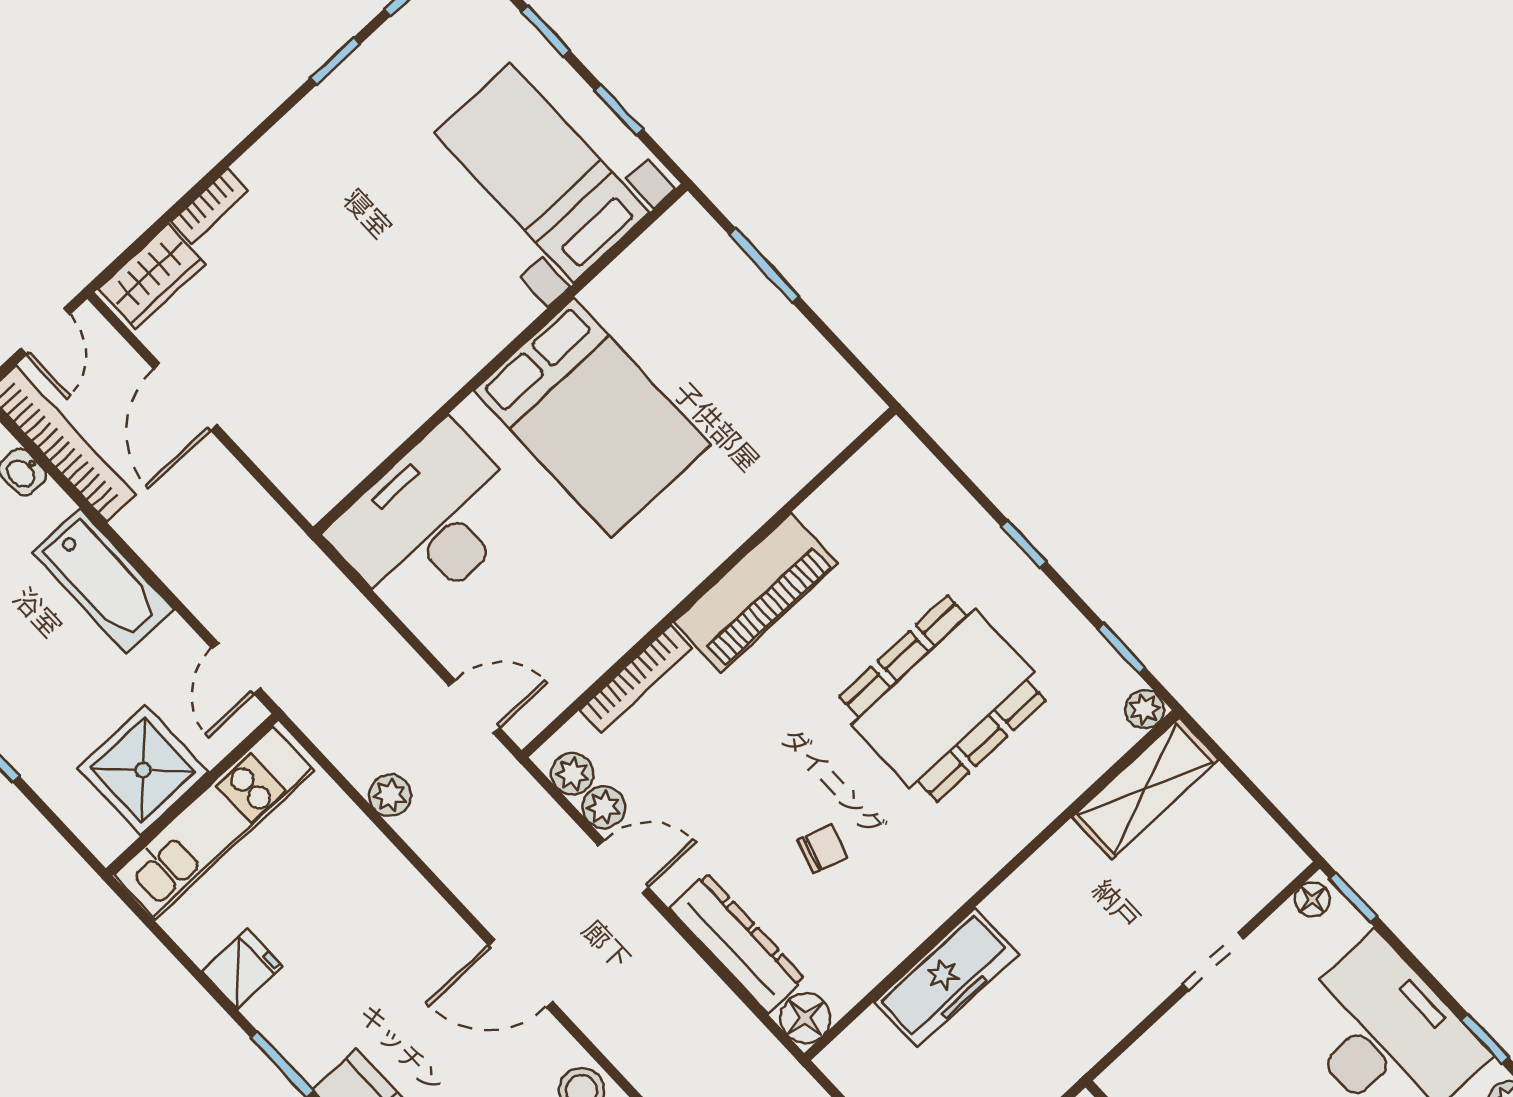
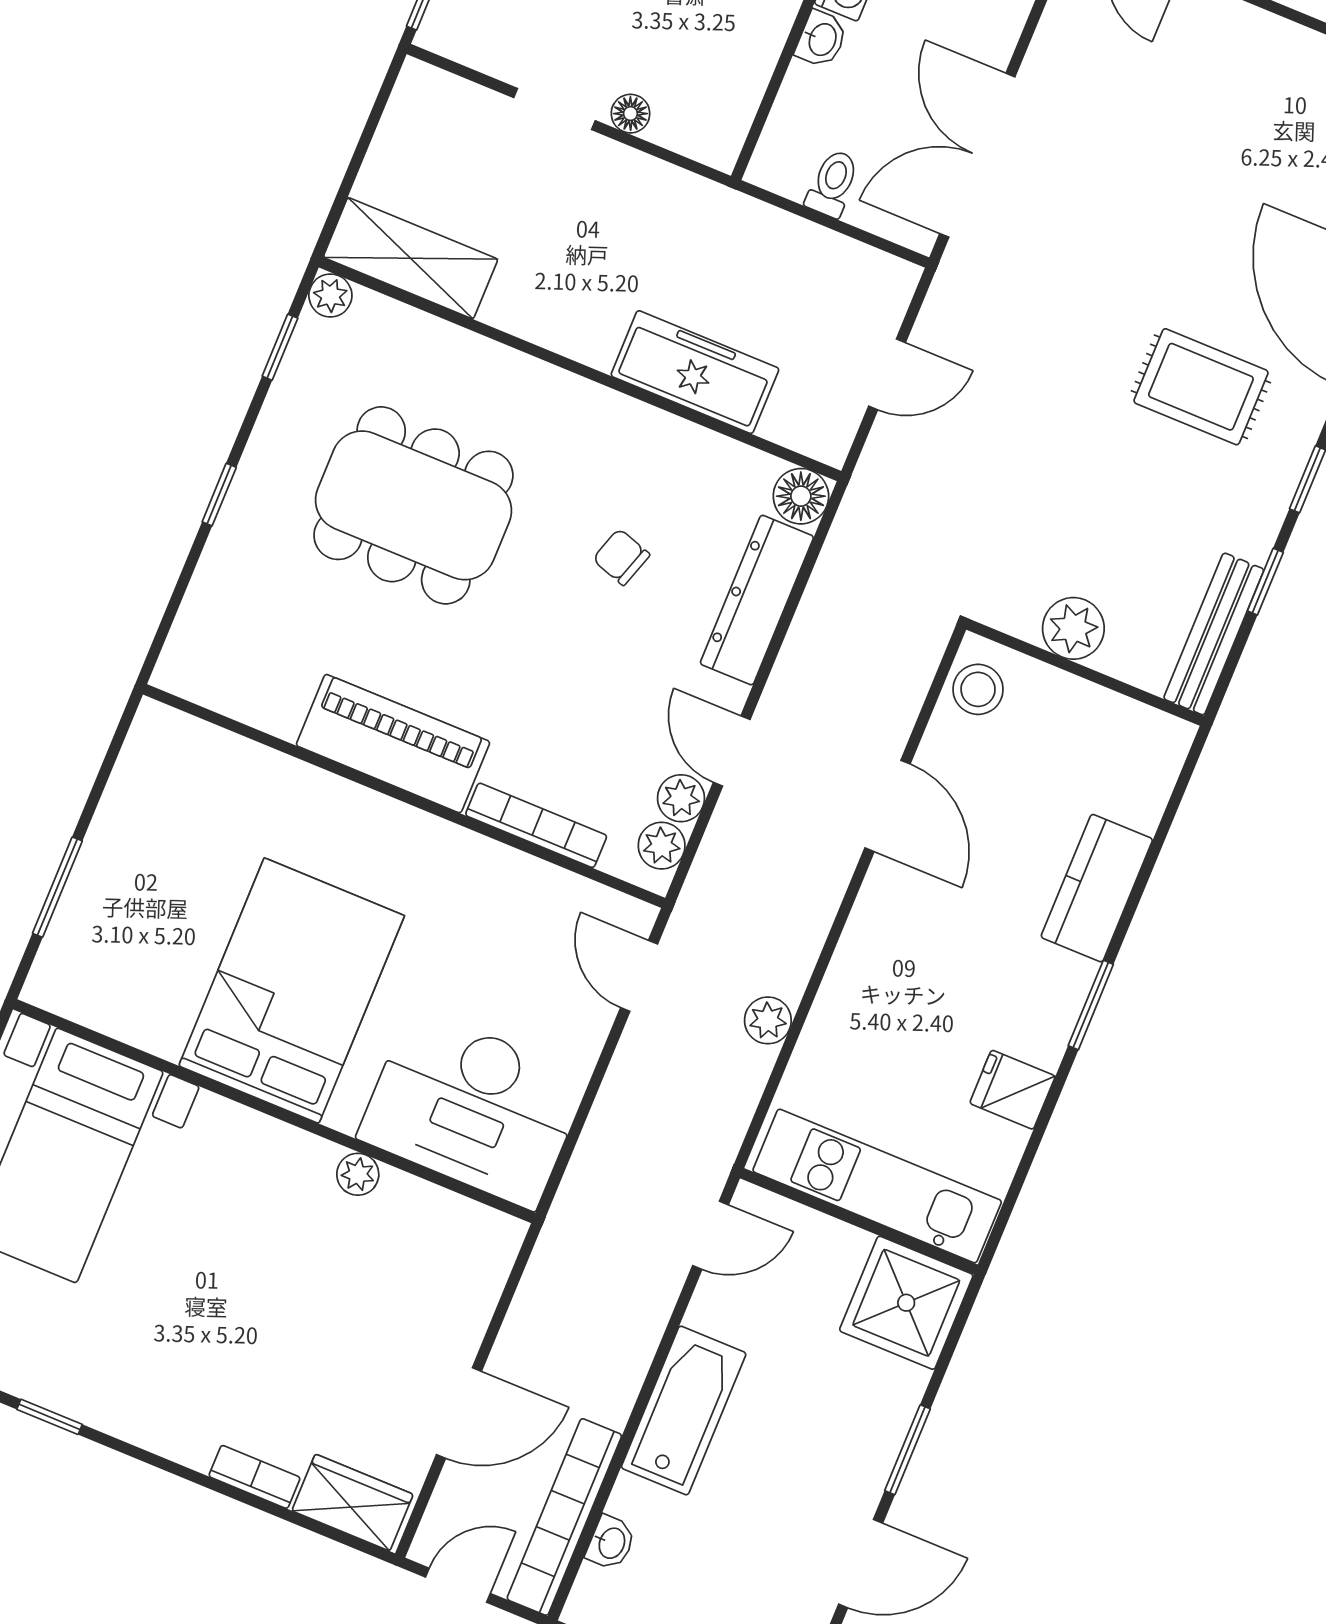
plant: (418, 403) -> (358, 1174), added
shower: (143, 770) -> (906, 1303), moved
floor lamp: (1312, 899) -> (630, 114), moved

